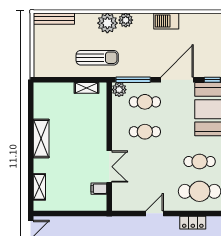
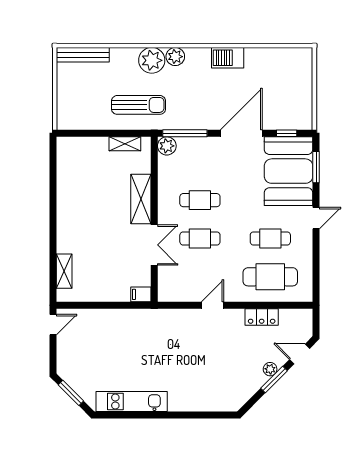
cafe table: (145, 102) -> (200, 238), moved
shelving: (41, 138) -> (141, 199), moved
filing cabinet: (99, 189) -> (141, 294), moved

